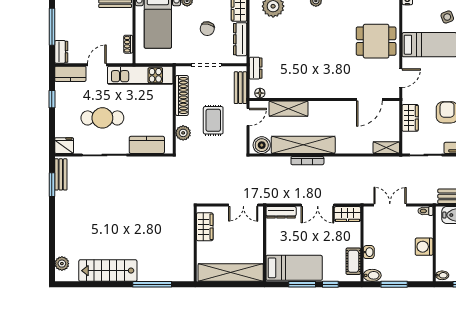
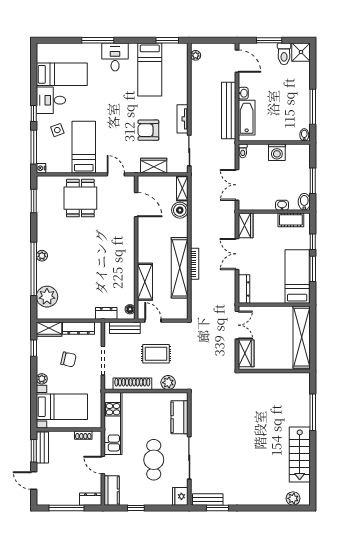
boiler: (262, 145) -> (180, 210), moved
double door: (318, 205) -> (237, 254), swing flipped
wardrobe: (205, 227) -> (246, 353), moved, turned 90

